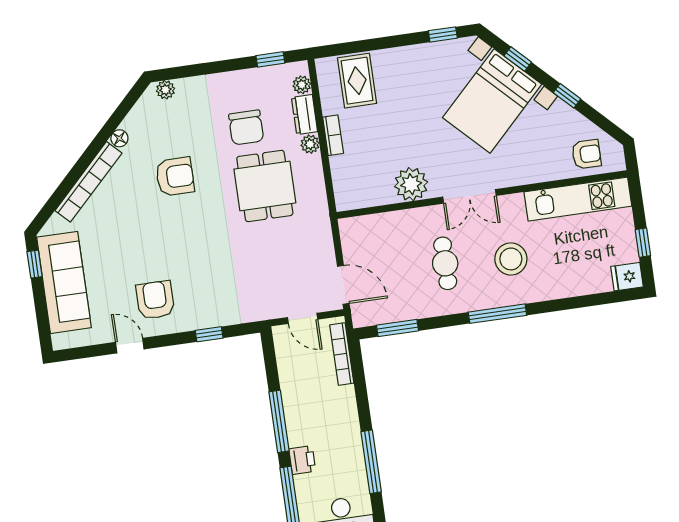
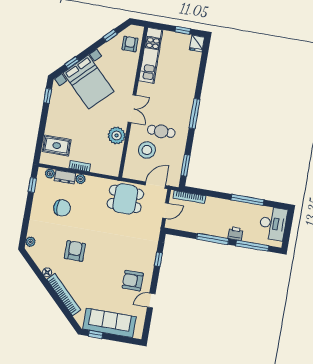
window: (567, 96) -> (110, 36), moved
dining table: (265, 186) -> (125, 199), moved
stool: (511, 259) -> (147, 150), moved

